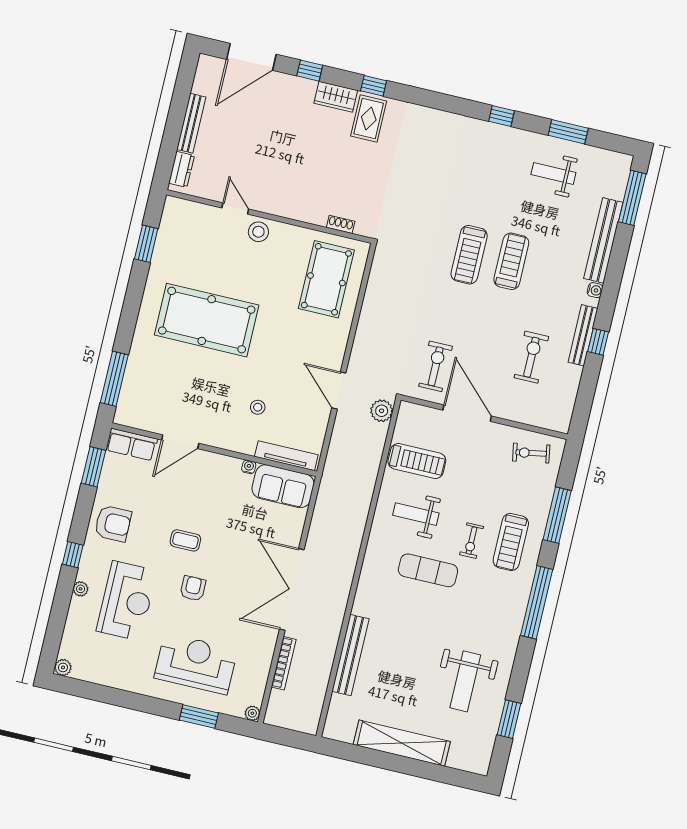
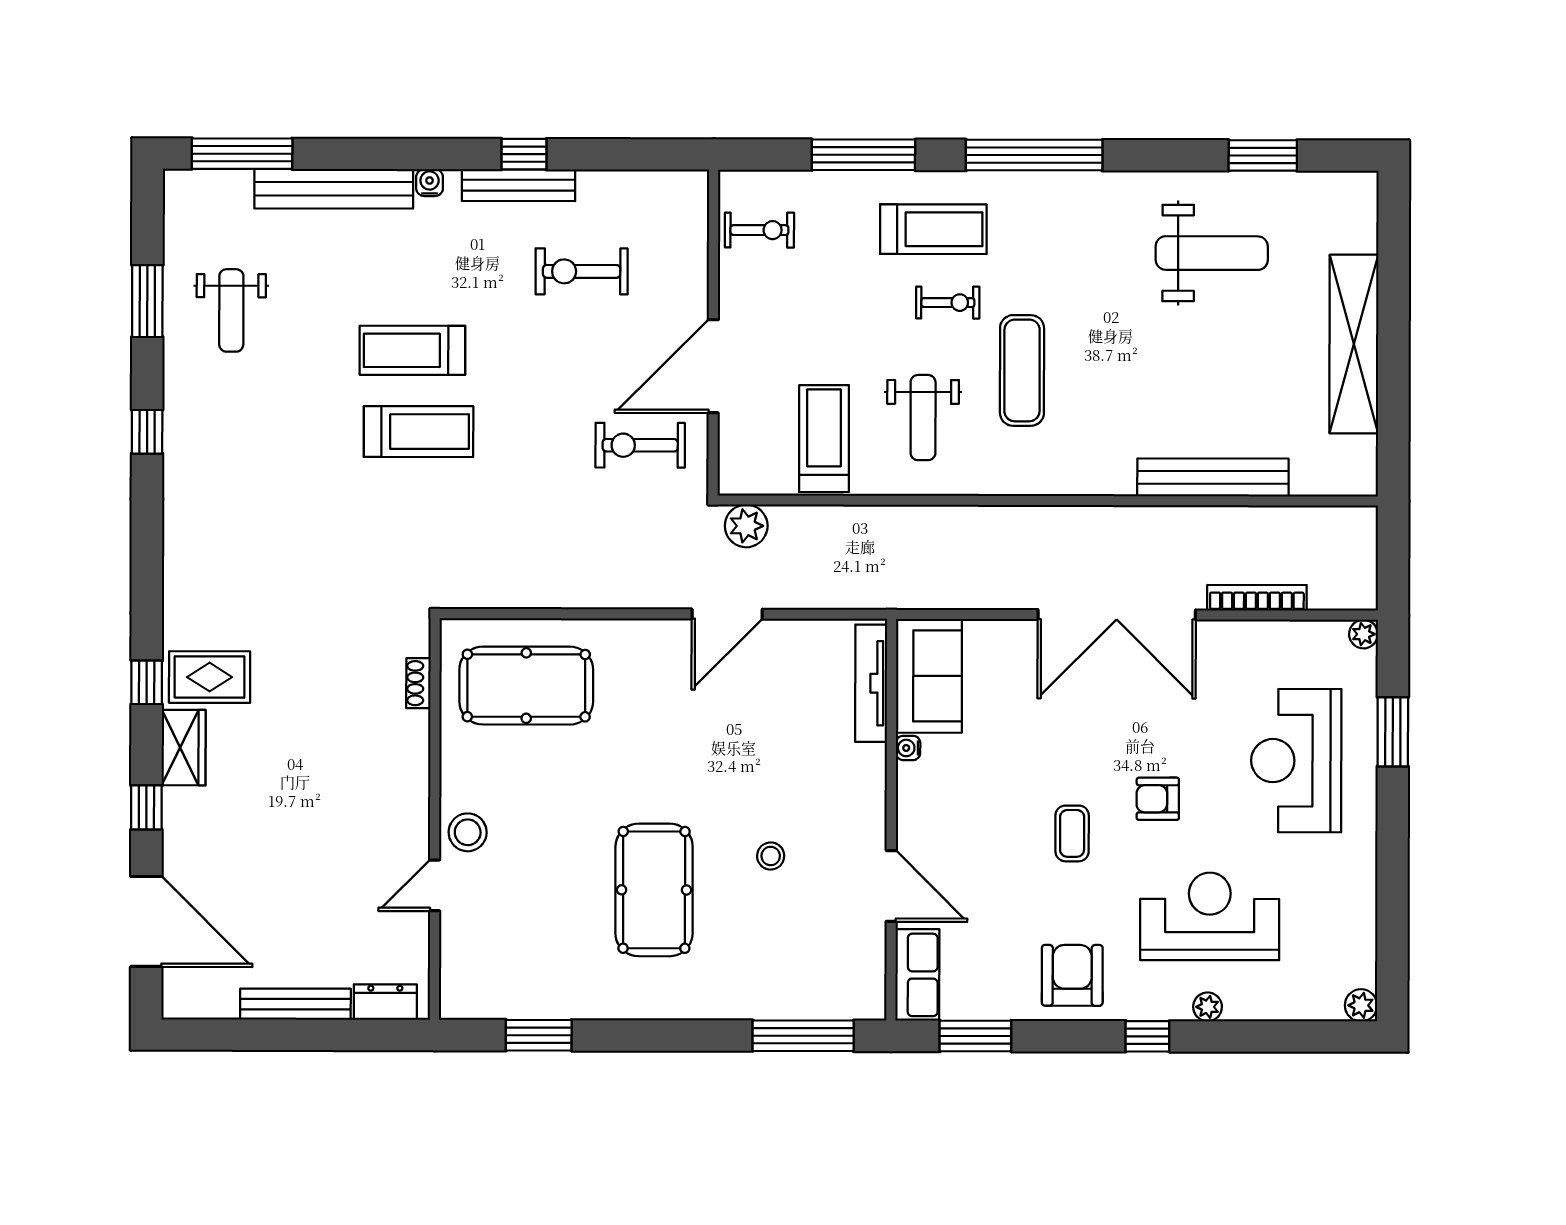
pool table: (207, 320) -> (654, 890), width x0.73, depth x0.76
stool: (258, 407) -> (771, 856), moved
exercise bike: (531, 453) -> (759, 230), turned -80

